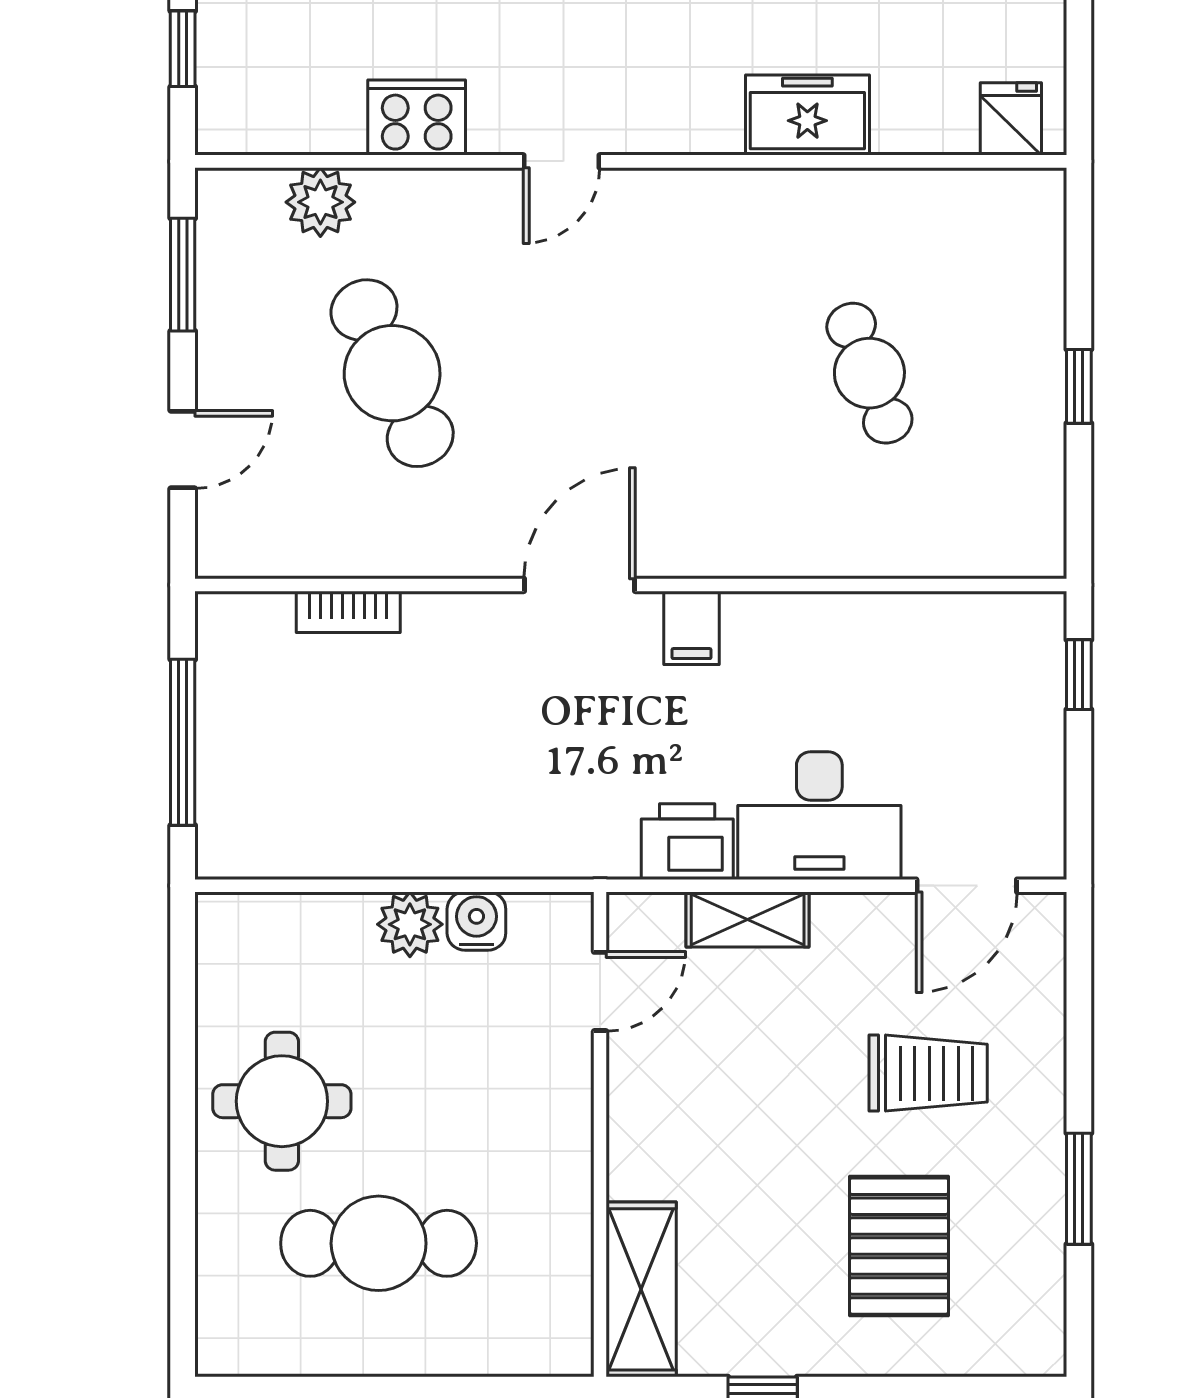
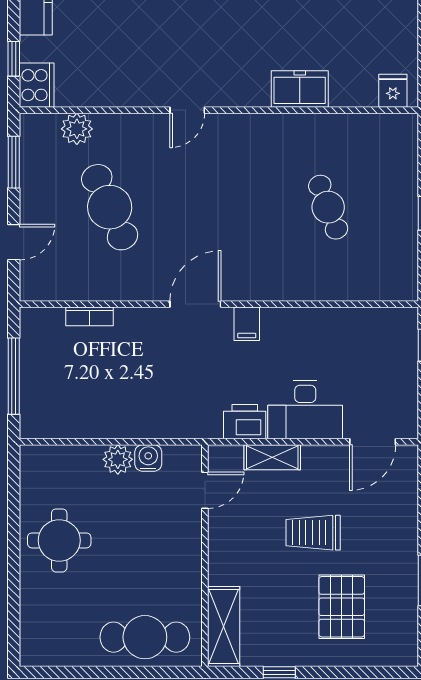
cooker: (417, 118) -> (37, 85), moved, turned 90
trolley: (928, 1073) -> (313, 533), moved, turned 180
cafe table: (379, 1243) -> (145, 637), moved

